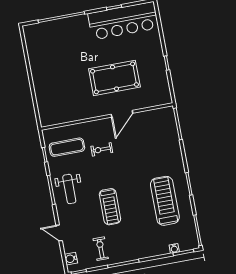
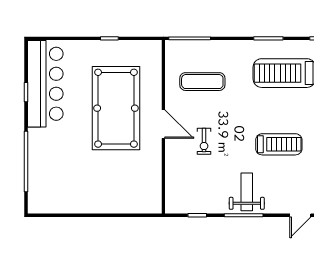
pool table: (114, 78) -> (116, 108), width x1.36, depth x1.32
door: (122, 114) -> (163, 124), moved
exercise mat: (67, 147) -> (202, 82), moved, turned 90
weight bench: (69, 189) -> (247, 192), turned -90

